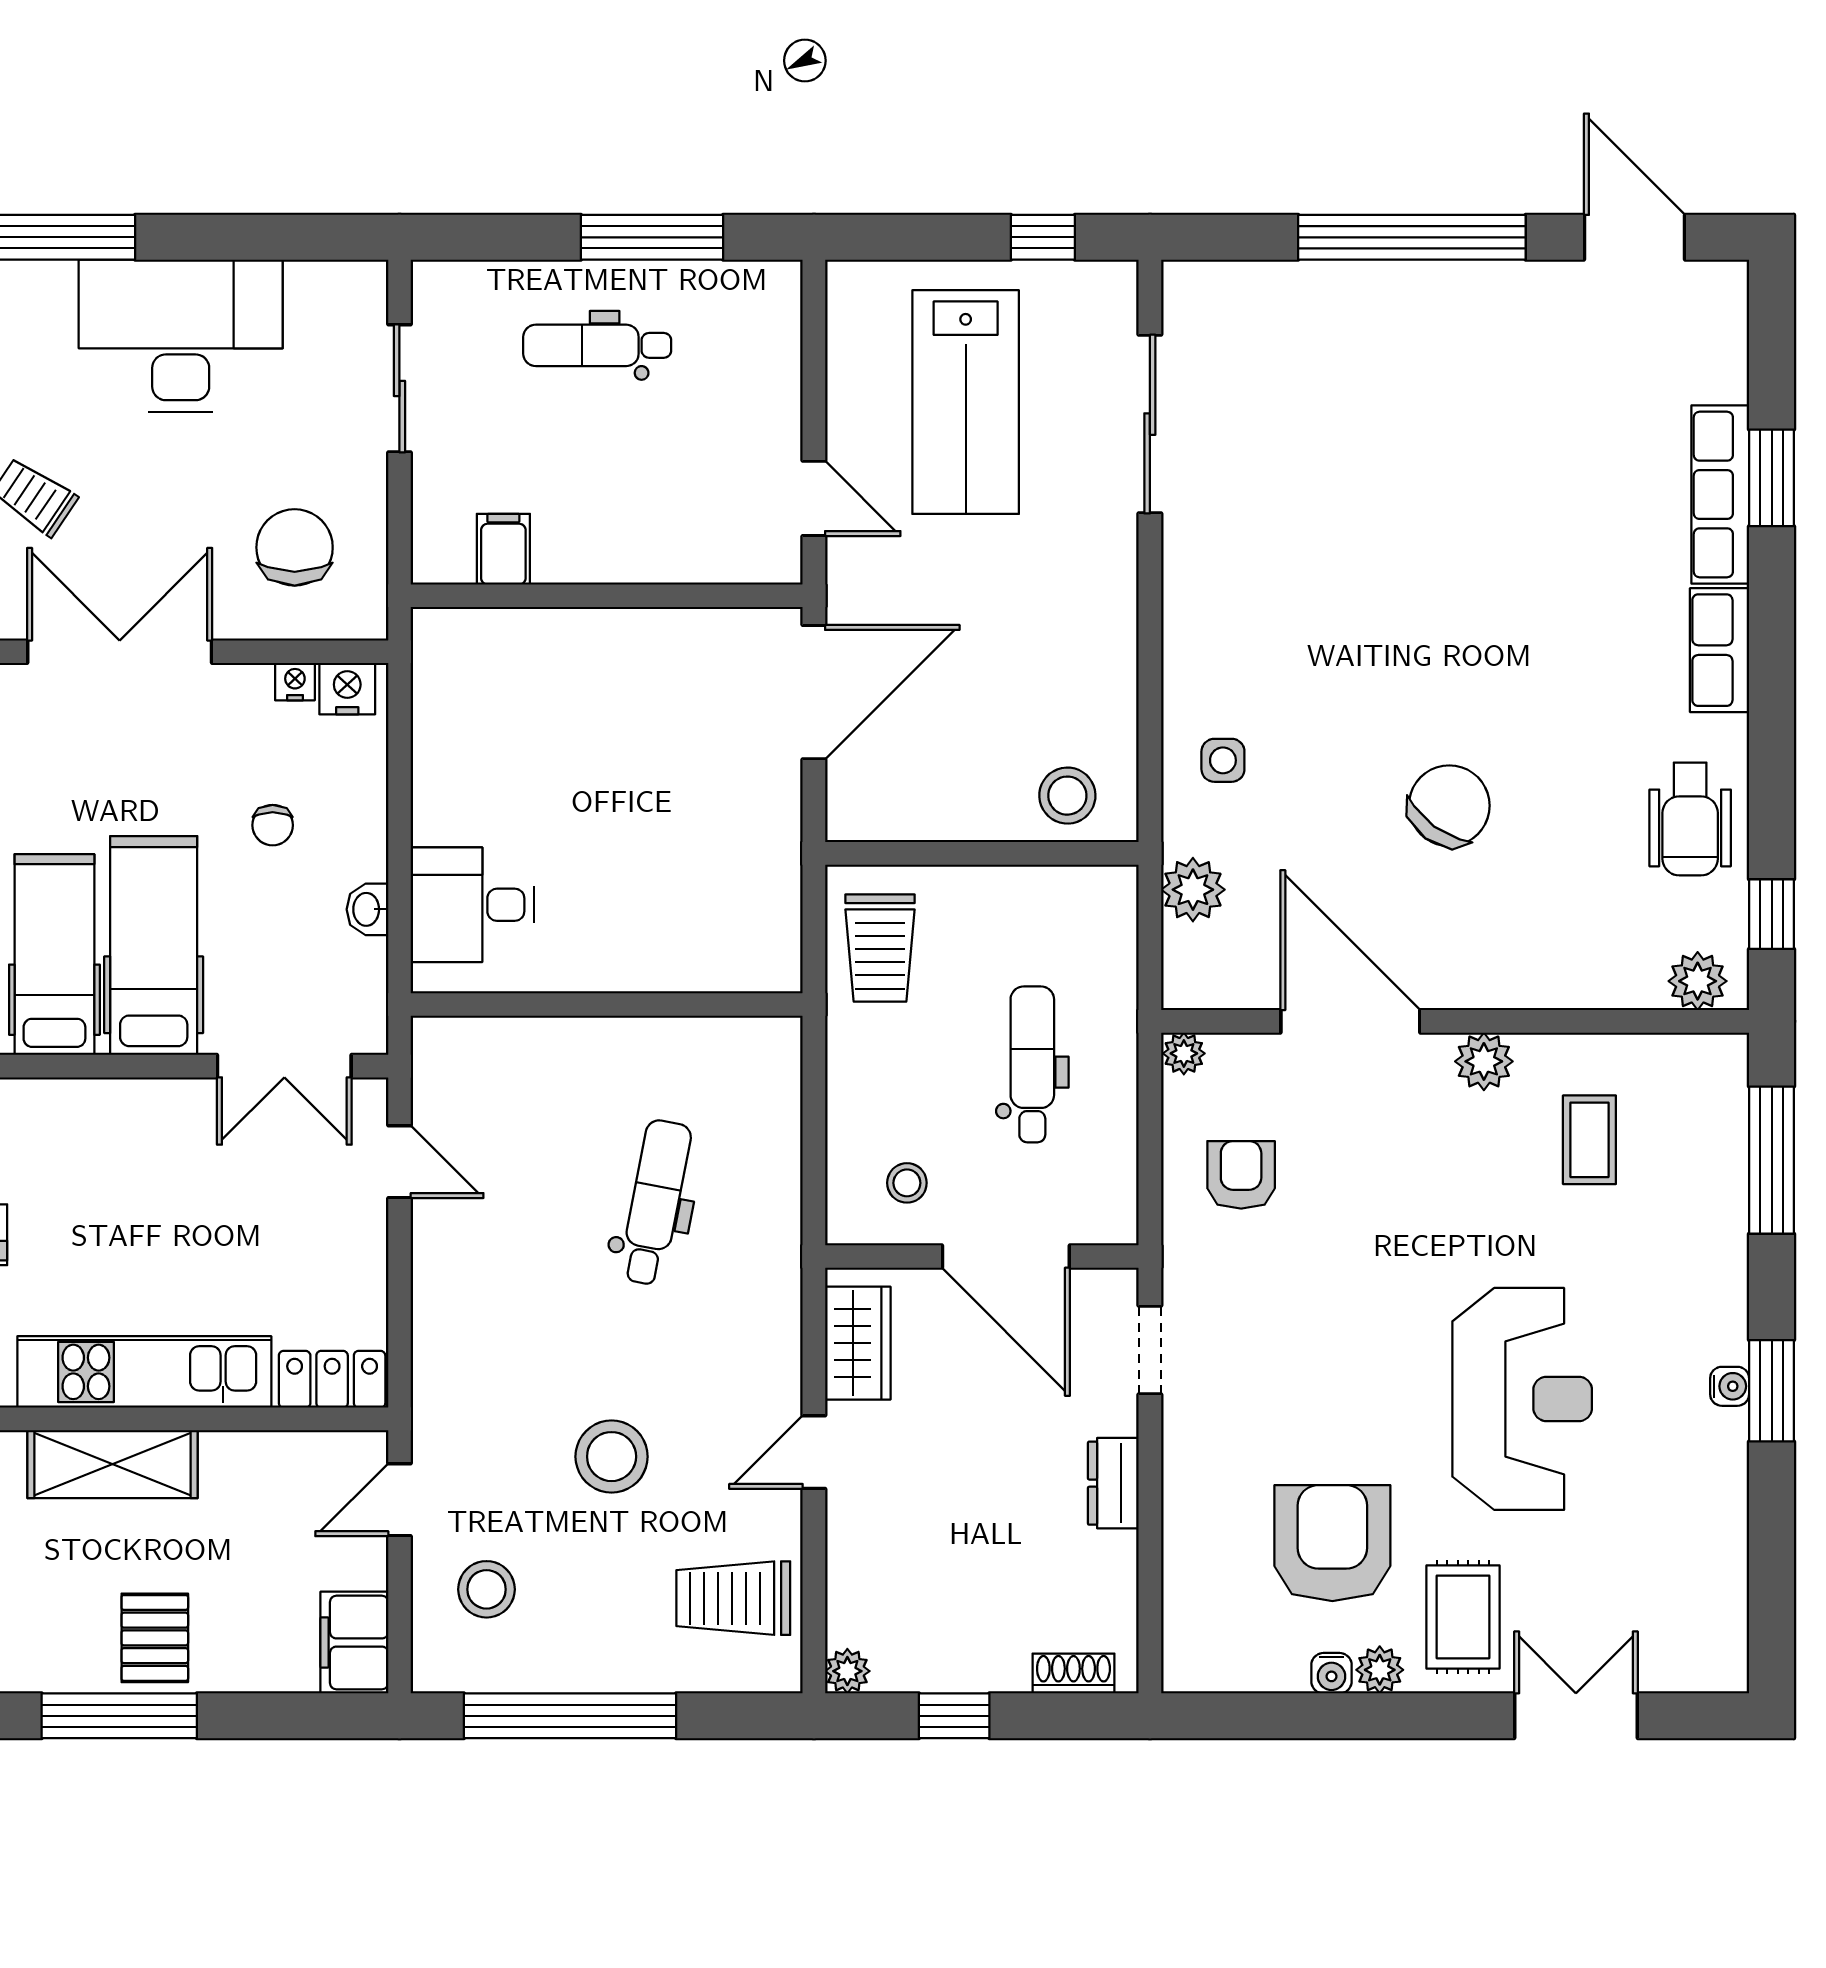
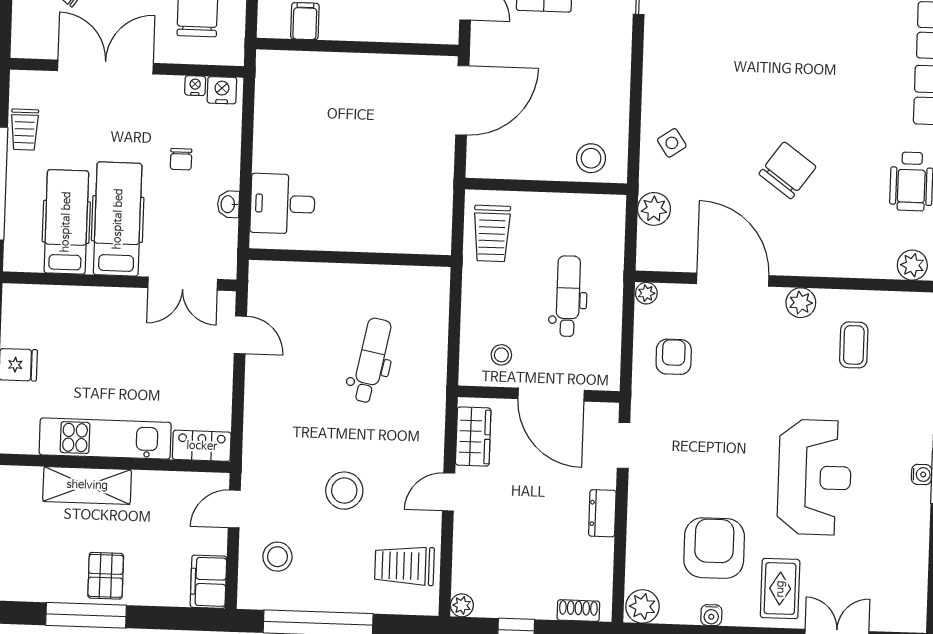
side table: (1223, 760) -> (672, 143), turned -34
plant: (1380, 1670) -> (643, 606), moved, width x1.38, depth x1.38

